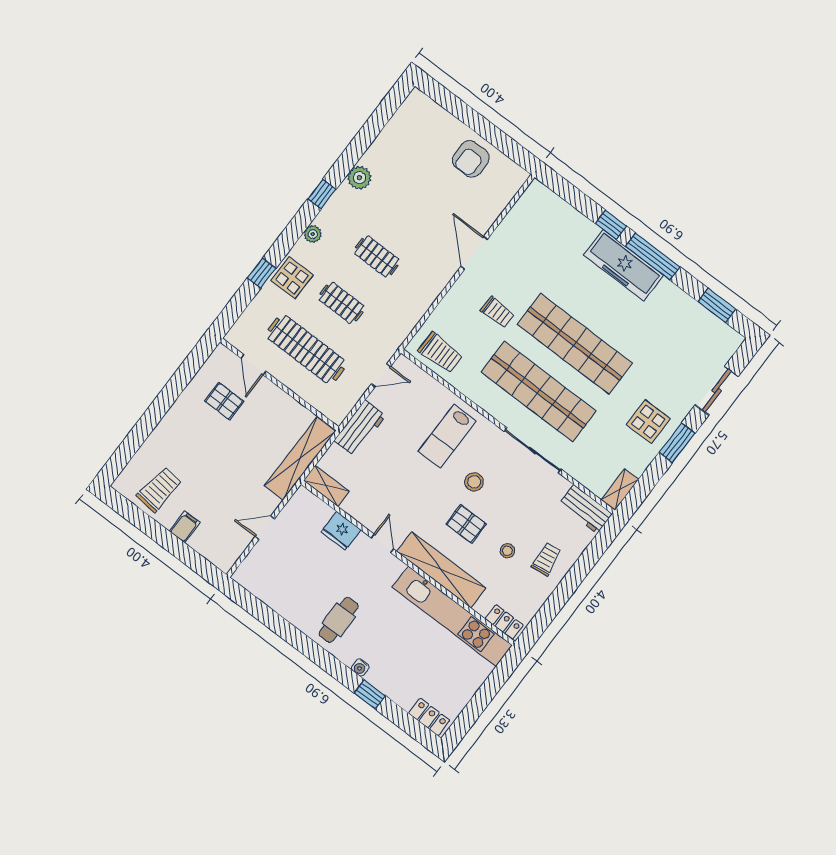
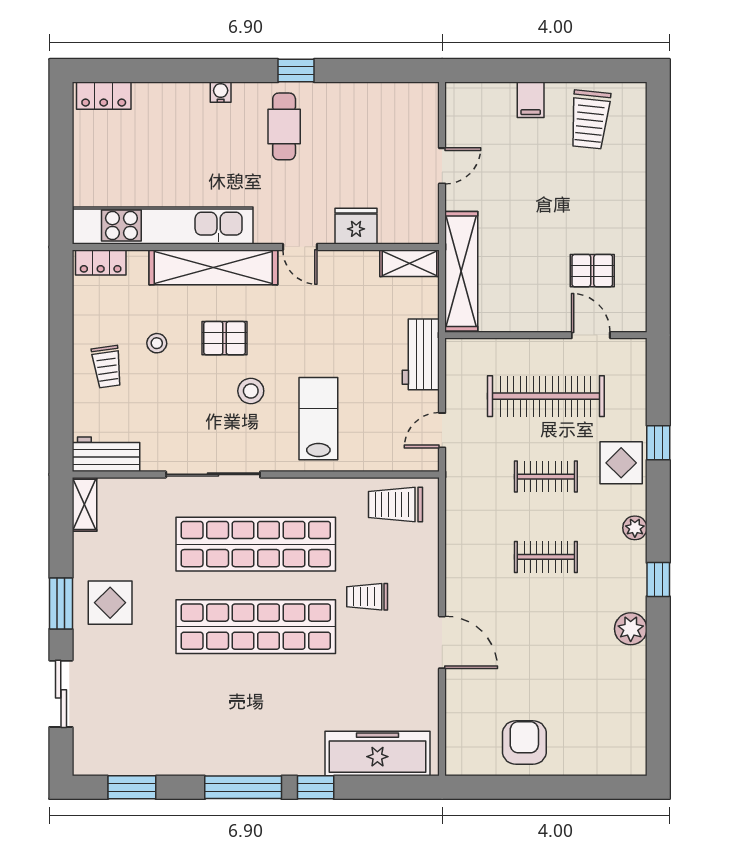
freezer: (623, 265) -> (377, 754), moved
window: (370, 694) -> (296, 71), moved

